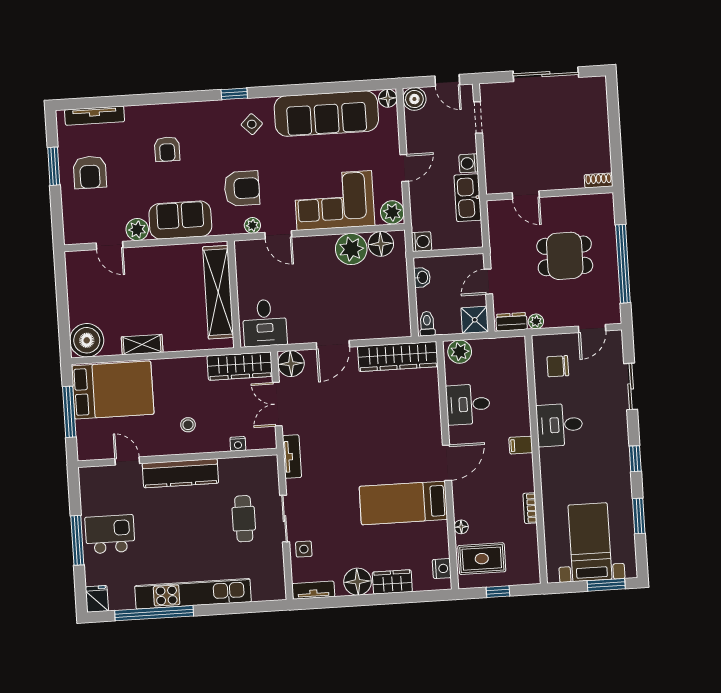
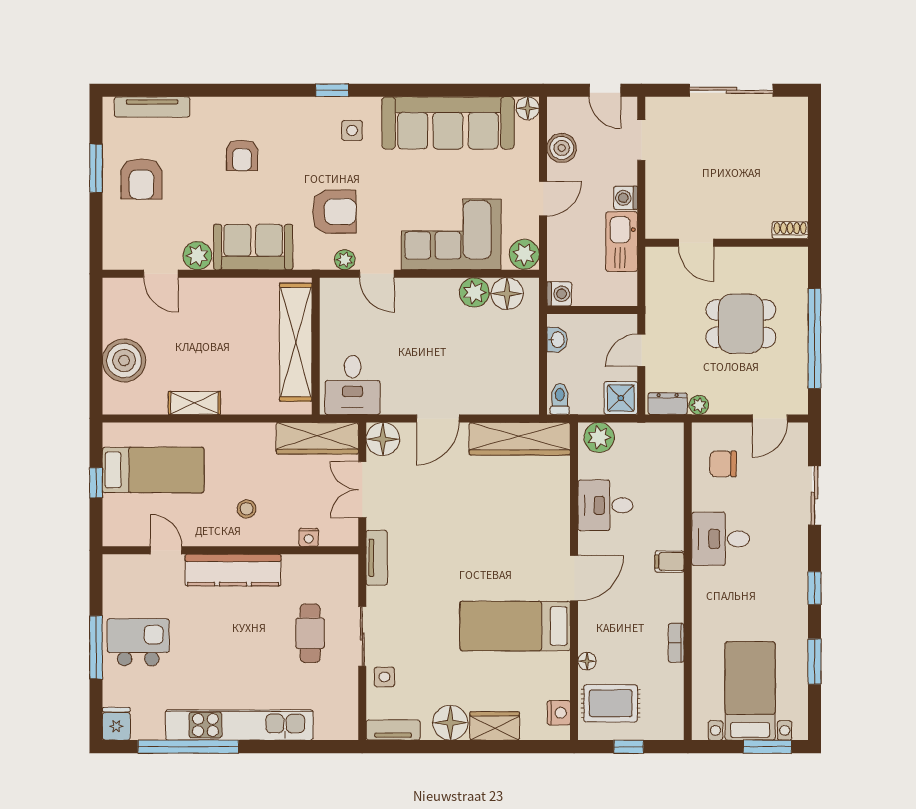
boiler: (414, 99) -> (562, 148), moved
side table: (252, 124) -> (352, 130), turned 45
plant: (351, 249) -> (474, 292), width x0.73, depth x0.73
boiler: (87, 340) -> (124, 360), moved
bed: (113, 390) -> (153, 470), width x0.67
window: (69, 412) -> (96, 483), width x0.46

